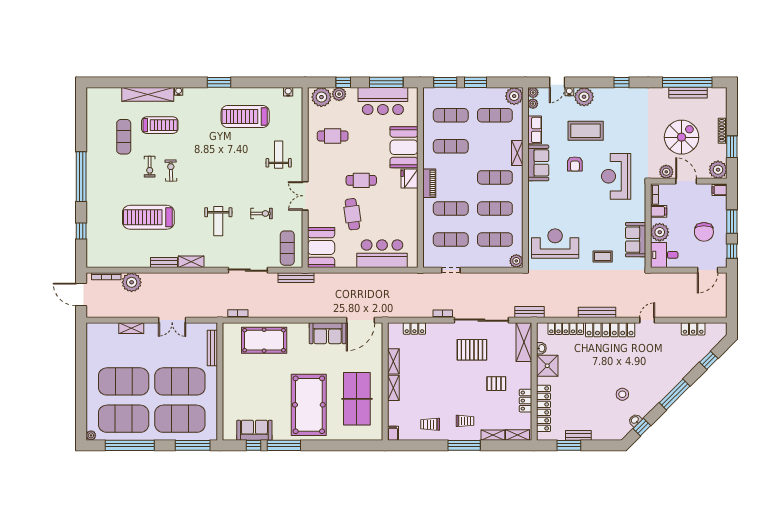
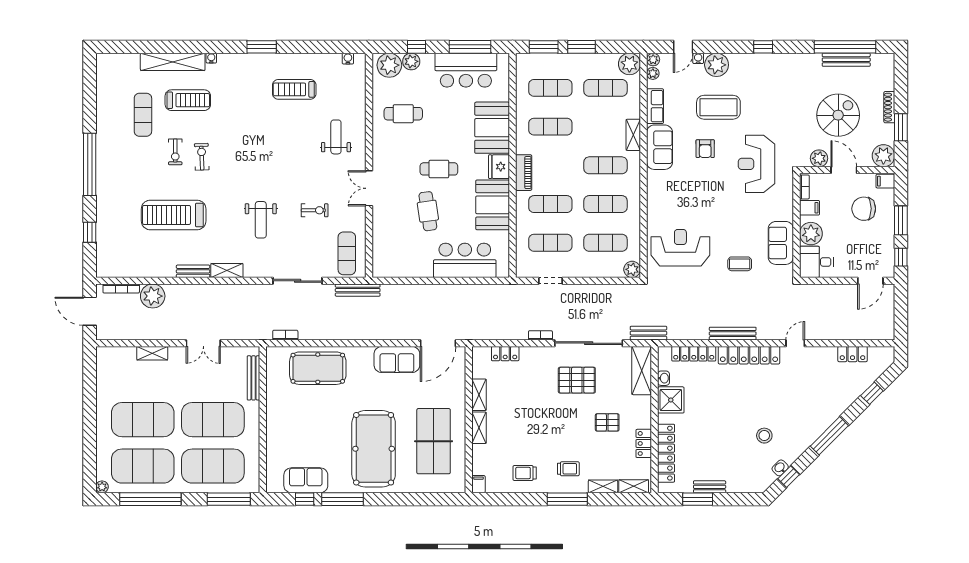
treadmill: (245, 116) -> (294, 89), width x0.73, depth x0.73
chair: (704, 232) -> (864, 209), moved, turned 90
booth: (321, 247) -> (493, 205), moved

